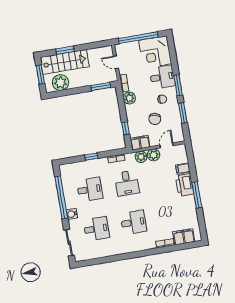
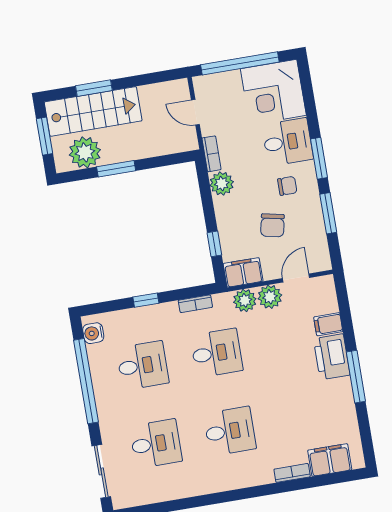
window: (101, 87) -> (116, 169), moved
desk: (127, 183) -> (217, 353), turned -90
water cooler: (72, 214) -> (93, 333), moved

